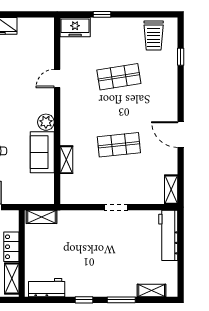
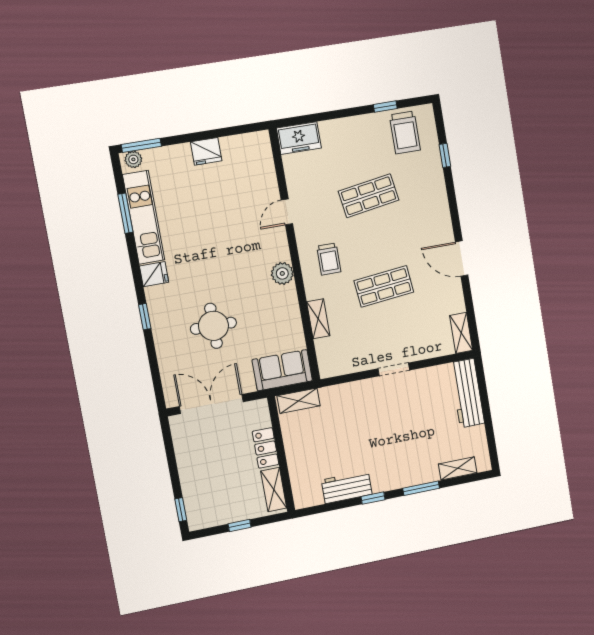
window: (102, 14) -> (385, 106), moved
trolley: (82, 118) -> (329, 259), added
sofa: (42, 152) -> (282, 370), moved, turned 90
workbench: (47, 288) -> (347, 487), moved

